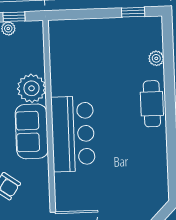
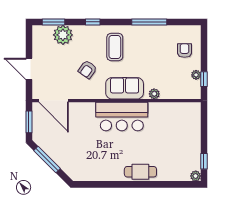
plant: (156, 58) -> (196, 176), moved
plant: (32, 88) -> (154, 94), width x0.53, depth x0.53

